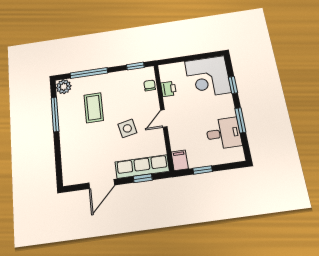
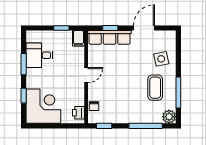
printer: (168, 89) -> (78, 113), moved
coffee table: (94, 108) -> (155, 88), moved
side table: (127, 128) -> (161, 59), moved

